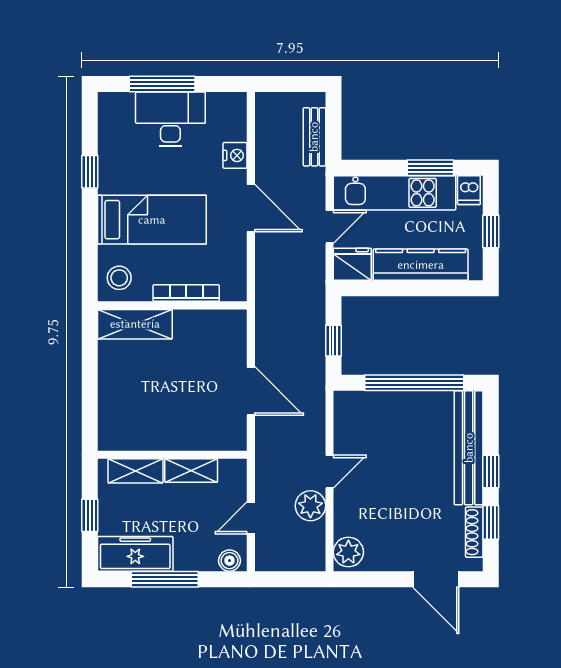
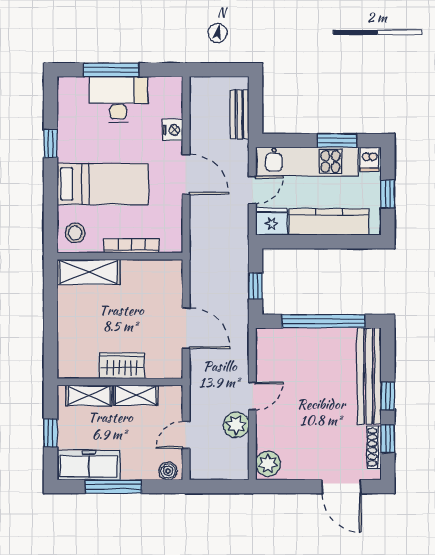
wardrobe: (175, 435) -> (122, 365), added

